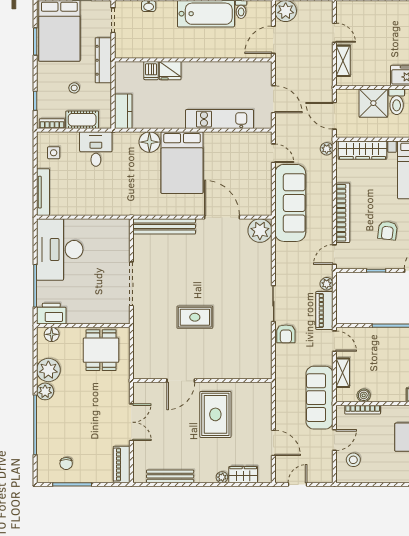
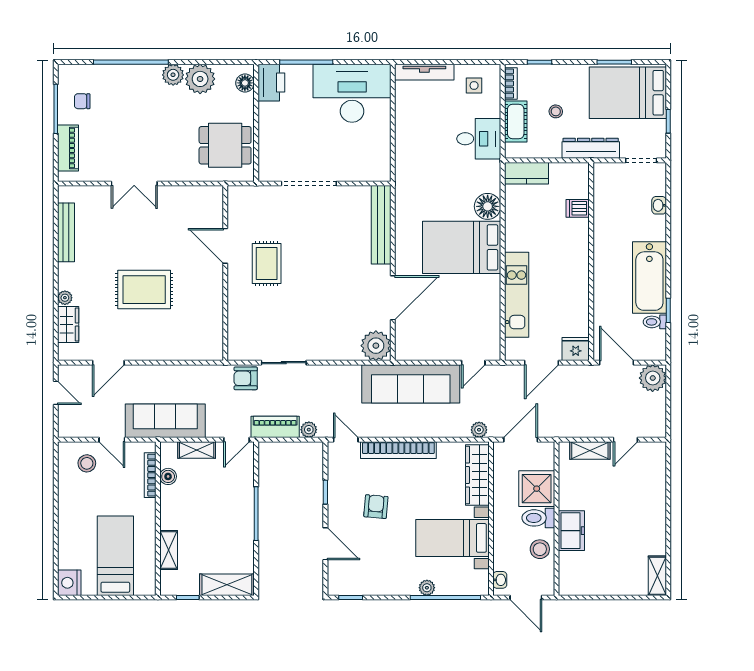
fridge: (170, 71) -> (576, 349), moved, turned 90
armchair: (388, 231) -> (376, 507), turned 88
door: (181, 381) -> (225, 246), moved
wall: (202, 381) -> (225, 273), moved
piano: (122, 465) -> (68, 148), moved, turned 90

